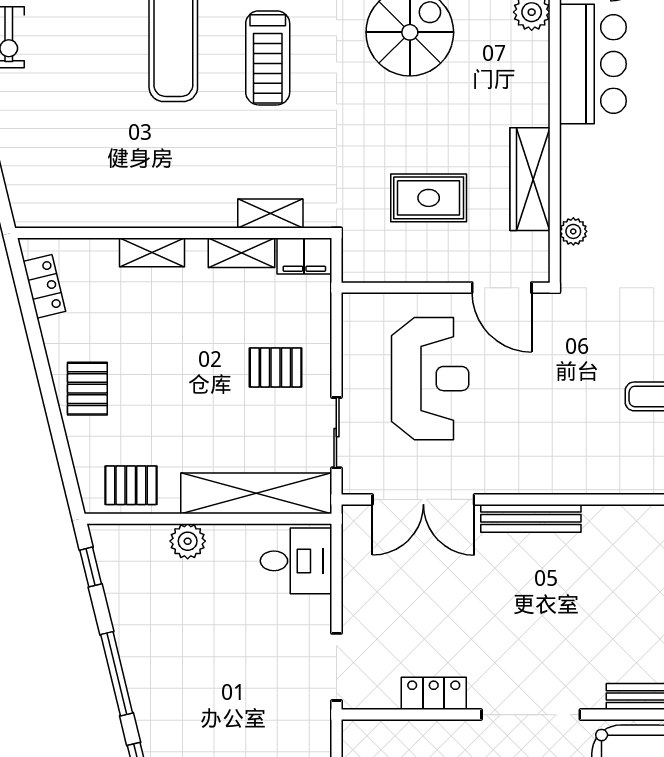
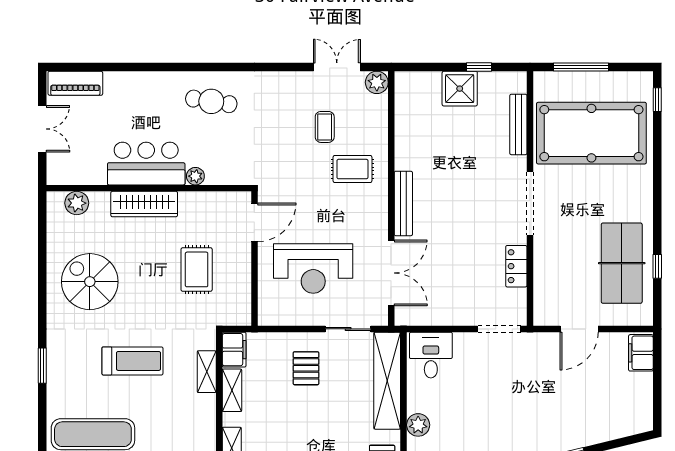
treadmill: (268, 58) -> (132, 361), moved
bar counter: (593, 64) -> (146, 164), moved
wardrobe: (530, 179) -> (144, 204), moved
plant: (573, 231) -> (195, 176), moved
reception desk: (430, 379) -> (313, 268), turned 180
rug: (584, 439) -> (352, 169), added

